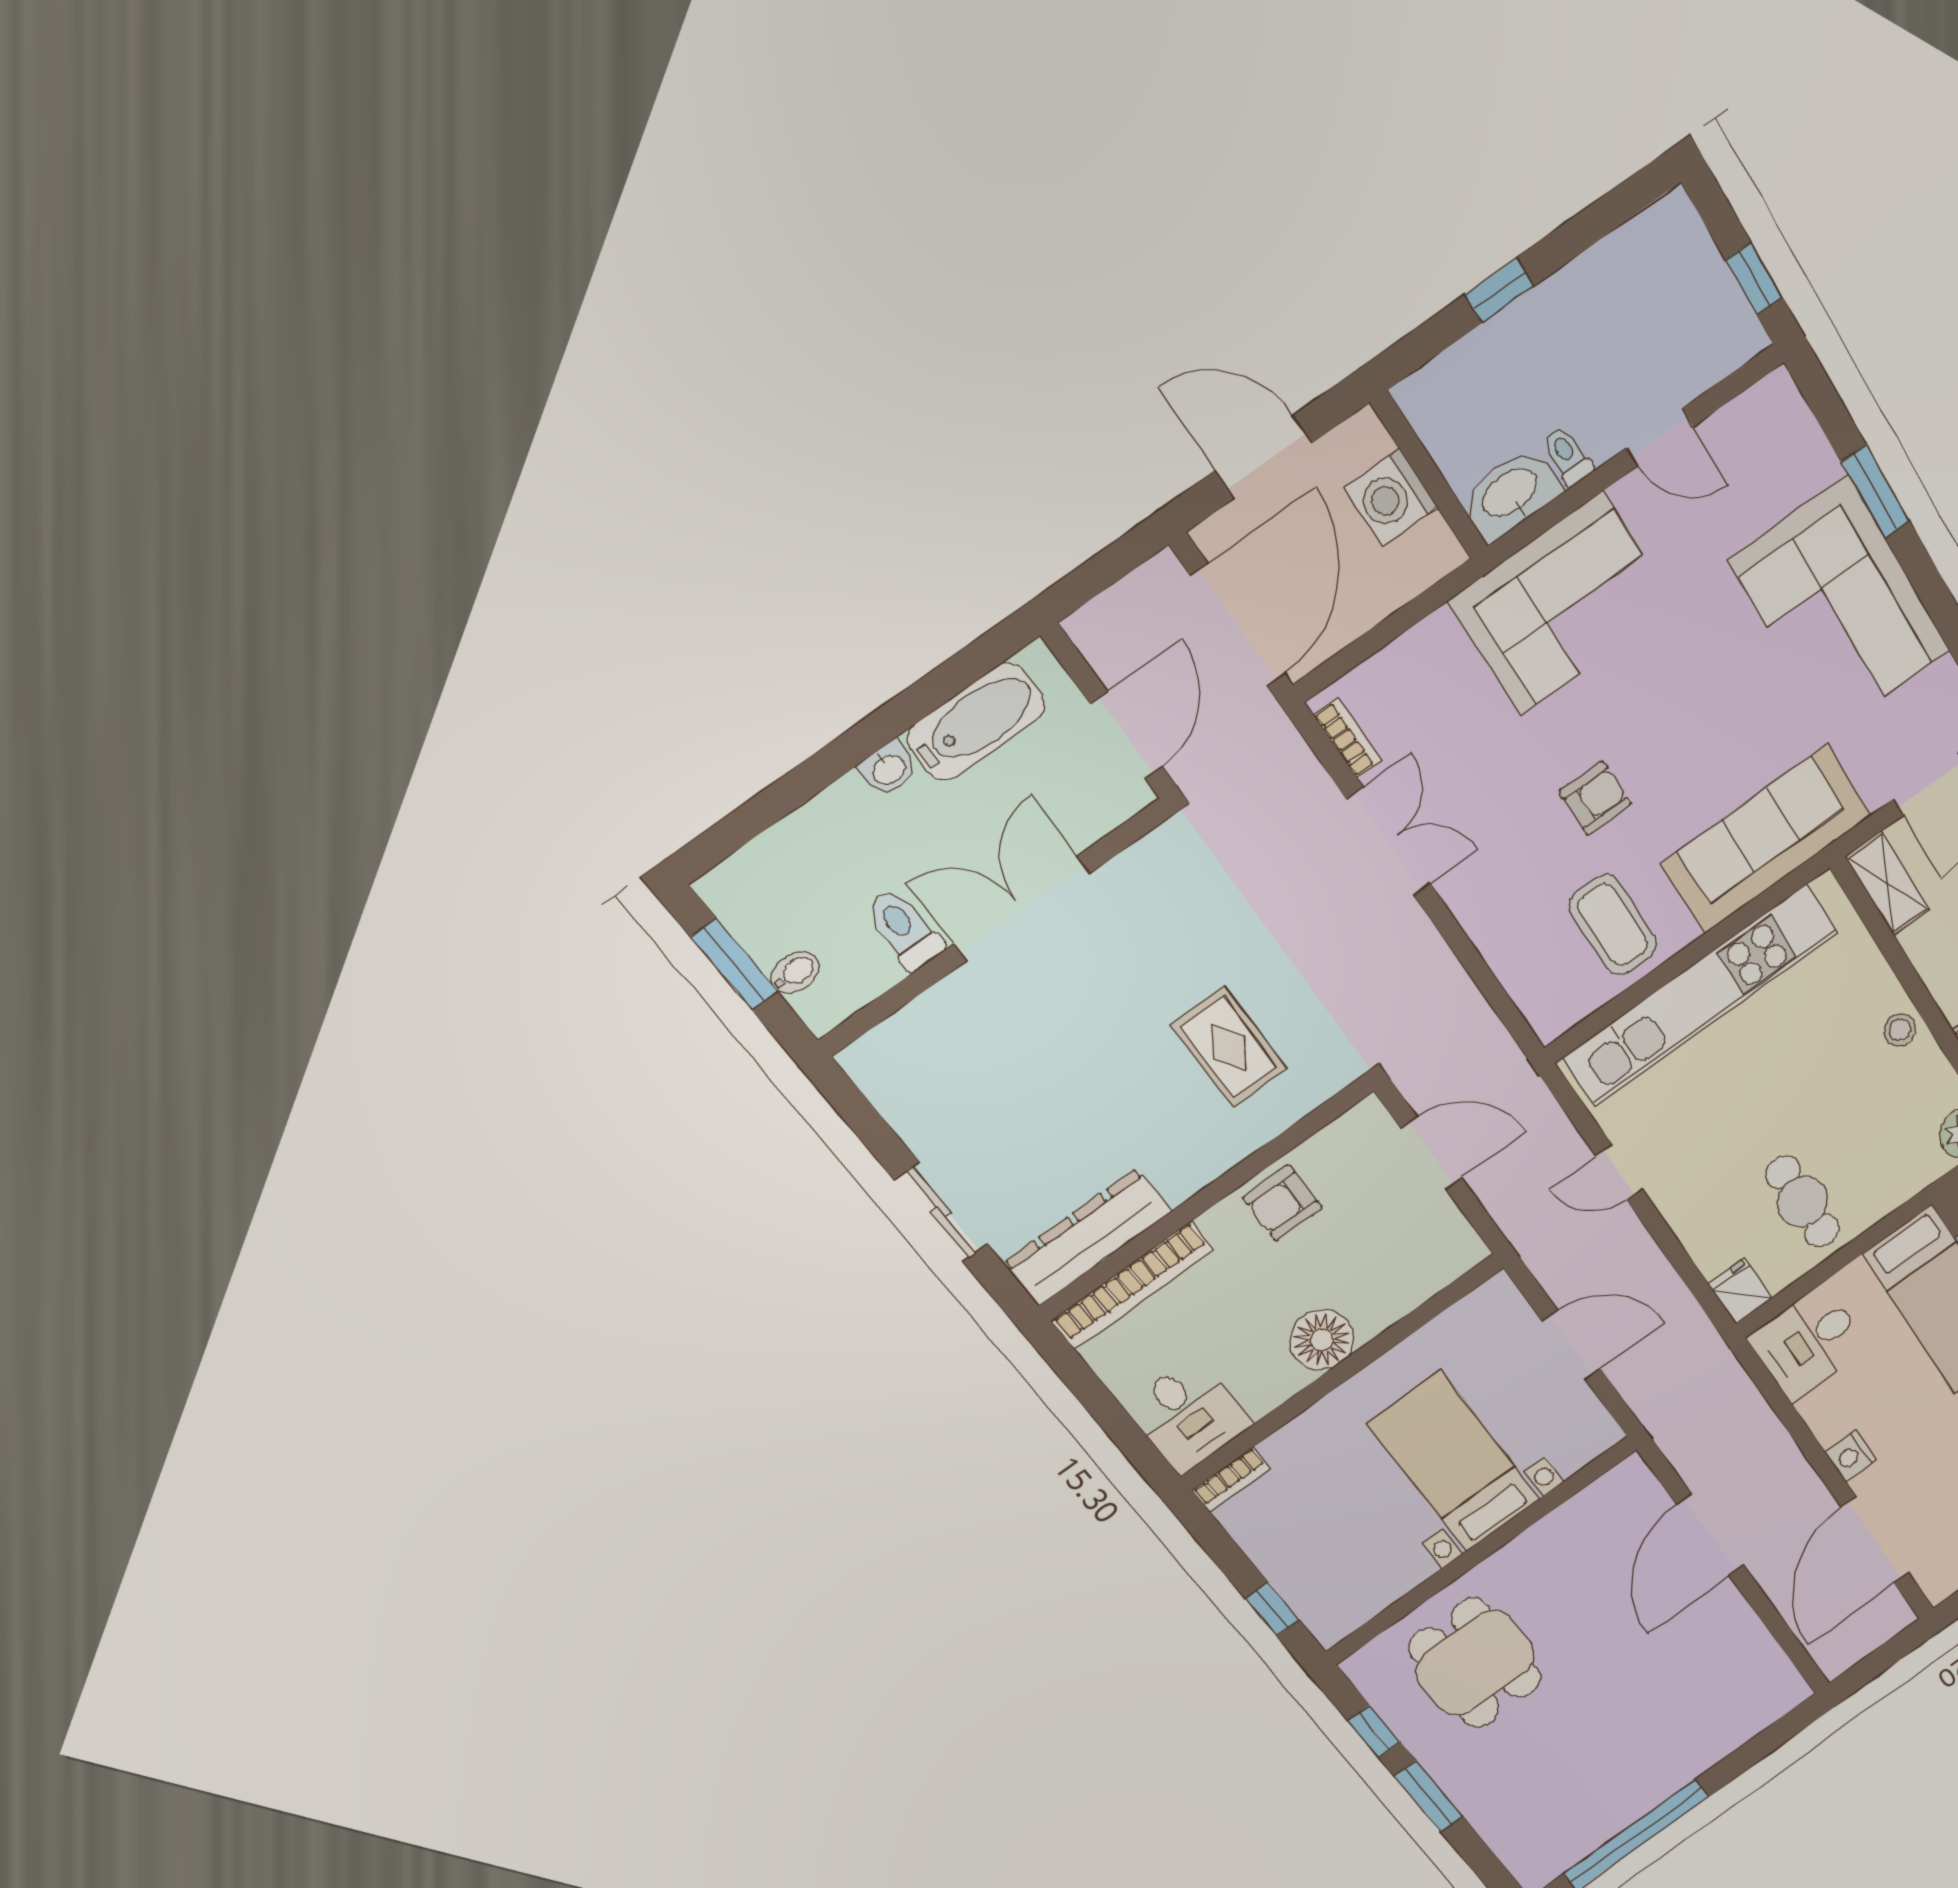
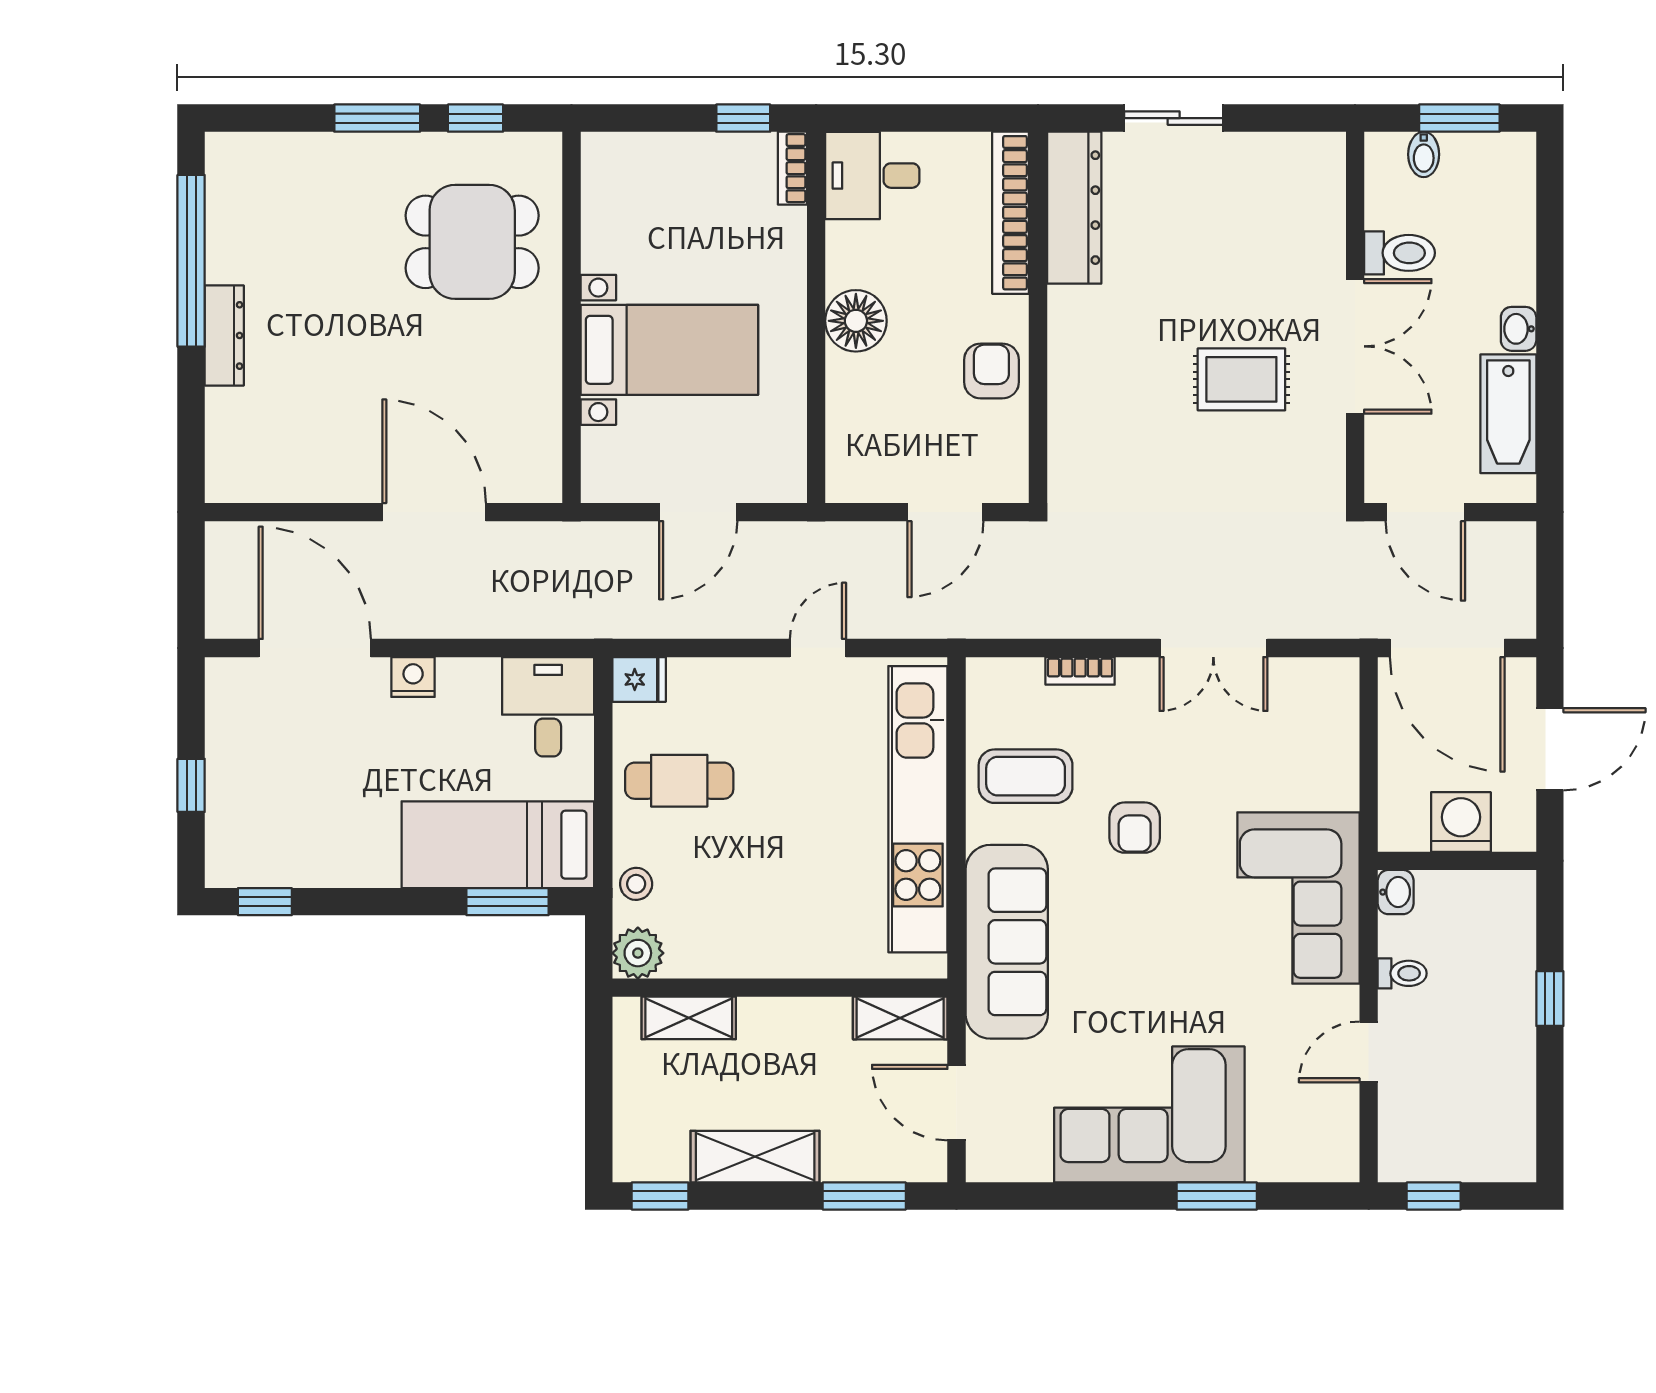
washbasin: (1511, 494) -> (1396, 892), width x0.52, depth x0.69
bookcase: (1347, 738) -> (1080, 671), moved
stool: (1900, 1030) -> (636, 884), moved
rug: (1229, 1047) -> (1241, 379), moved
window: (1272, 1609) -> (743, 118), moved
dresser: (1677, 1773) -> (224, 335), added

